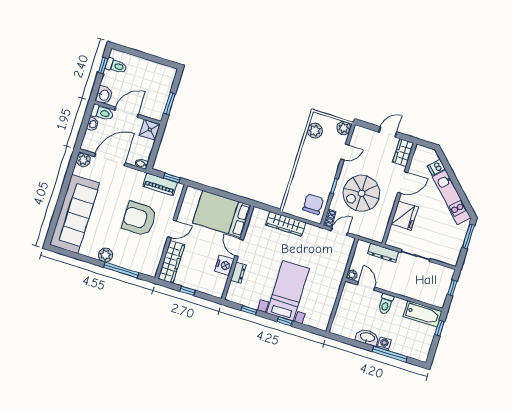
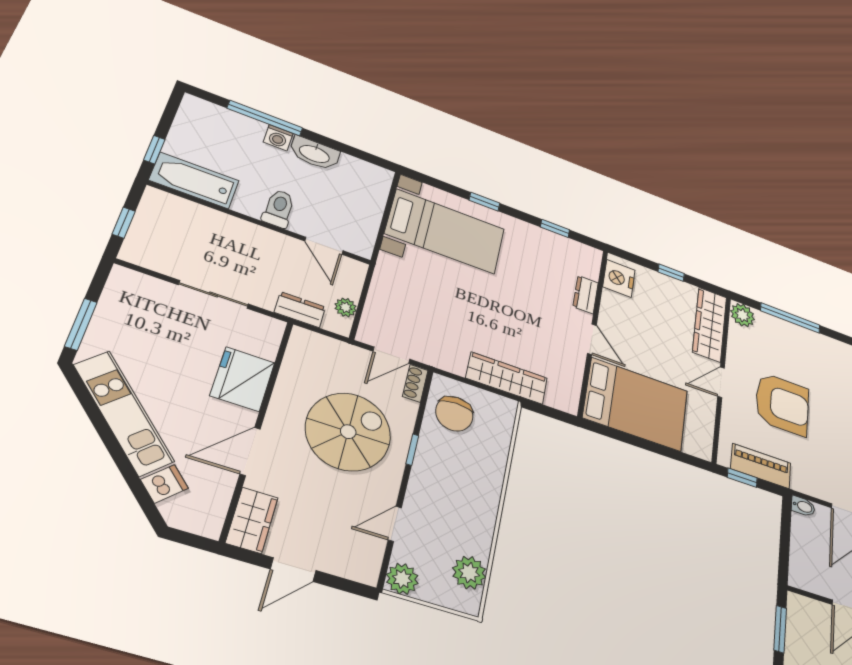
shower: (150, 130) -> (804, 574), removed
dresser: (383, 253) -> (300, 310), width x0.70
plant: (105, 255) -> (743, 315), moved
nightstand: (224, 265) -> (619, 278), moved
plant: (352, 275) -> (346, 307), moved
bed with nightstands: (288, 291) -> (445, 231), moved, turned -90

